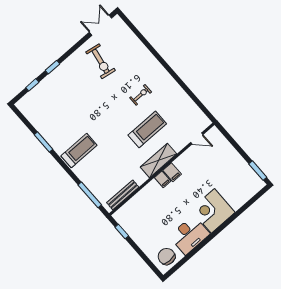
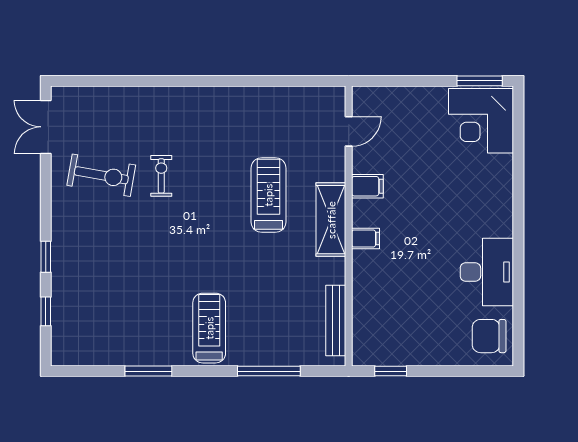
exercise bike: (141, 95) -> (161, 176), moved
filing cabinet: (172, 172) -> (367, 186), moved
window: (90, 195) -> (269, 371), moved
corner desk: (213, 211) -> (481, 121), moved

